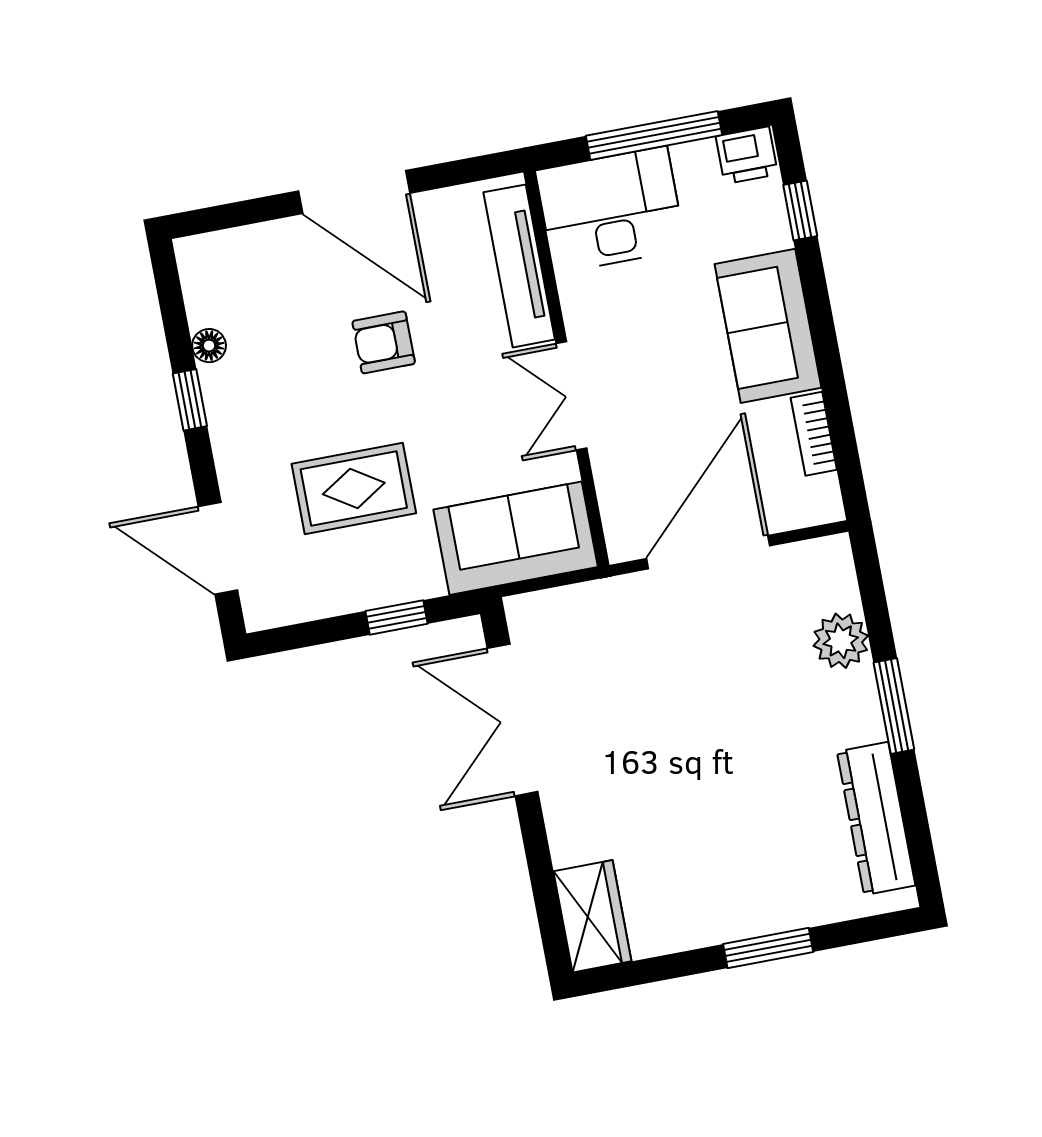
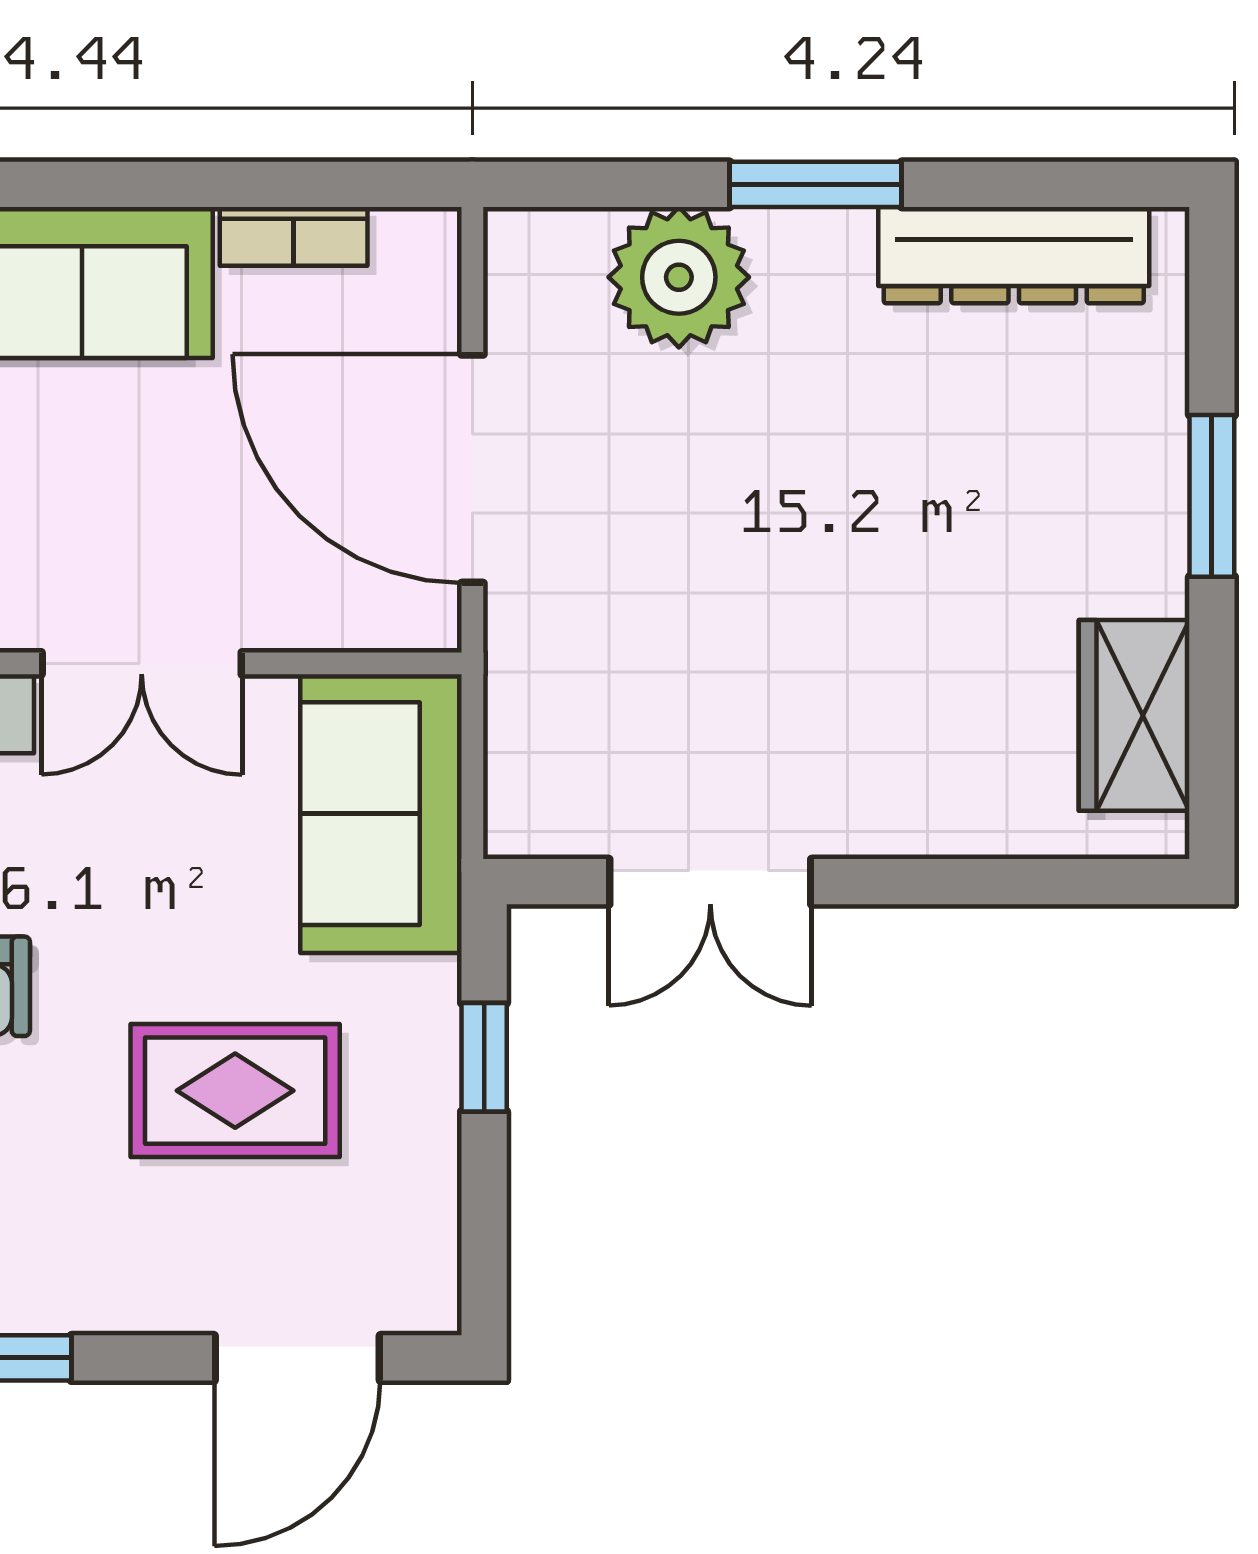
rug: (354, 488) -> (235, 1091), turned 90
plant: (841, 641) -> (679, 277), width x1.36, depth x1.36
double door: (513, 720) -> (710, 882), width x0.73
wardrobe: (592, 916) -> (1134, 715), moved, turned -90

